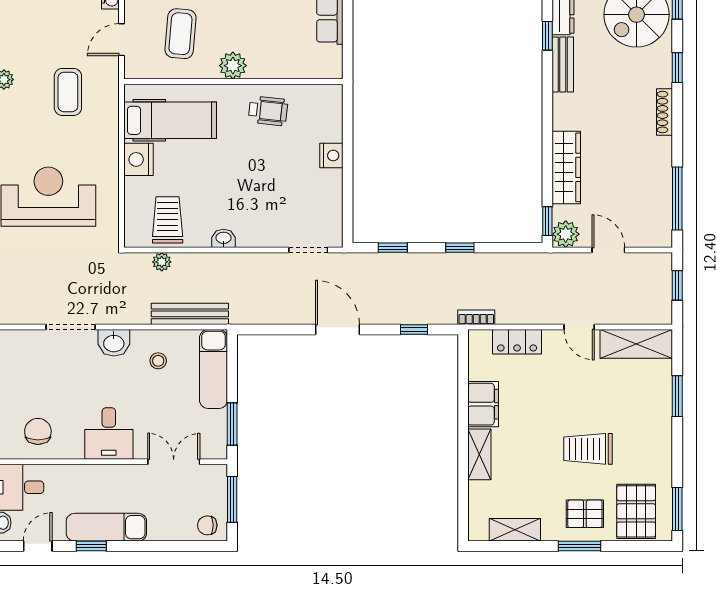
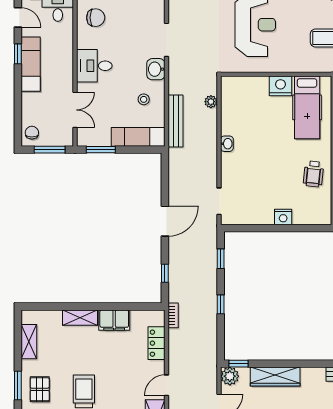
trolley: (168, 220) -> (239, 106), removed

